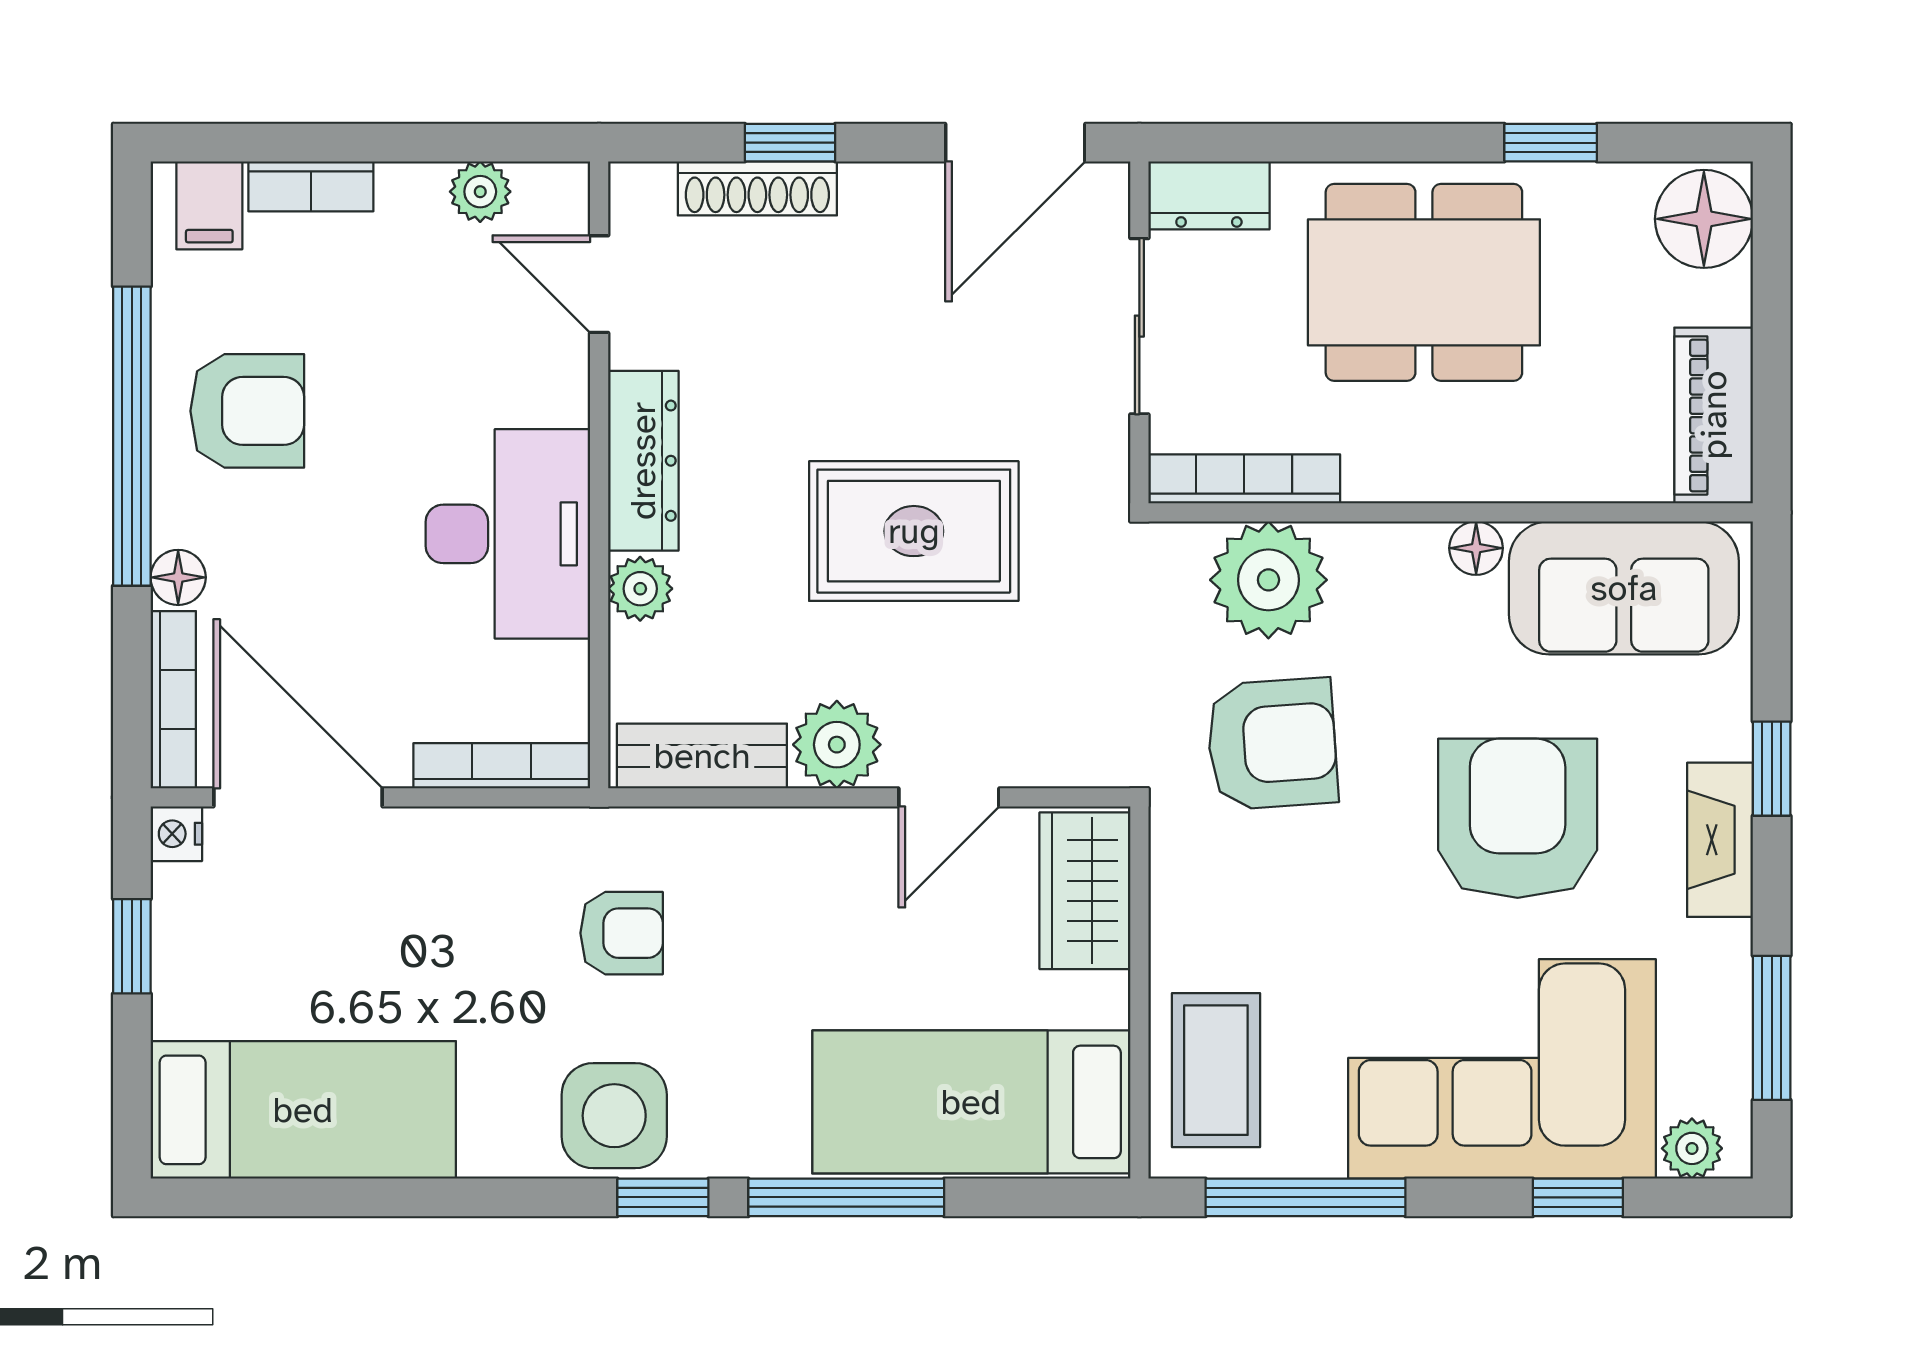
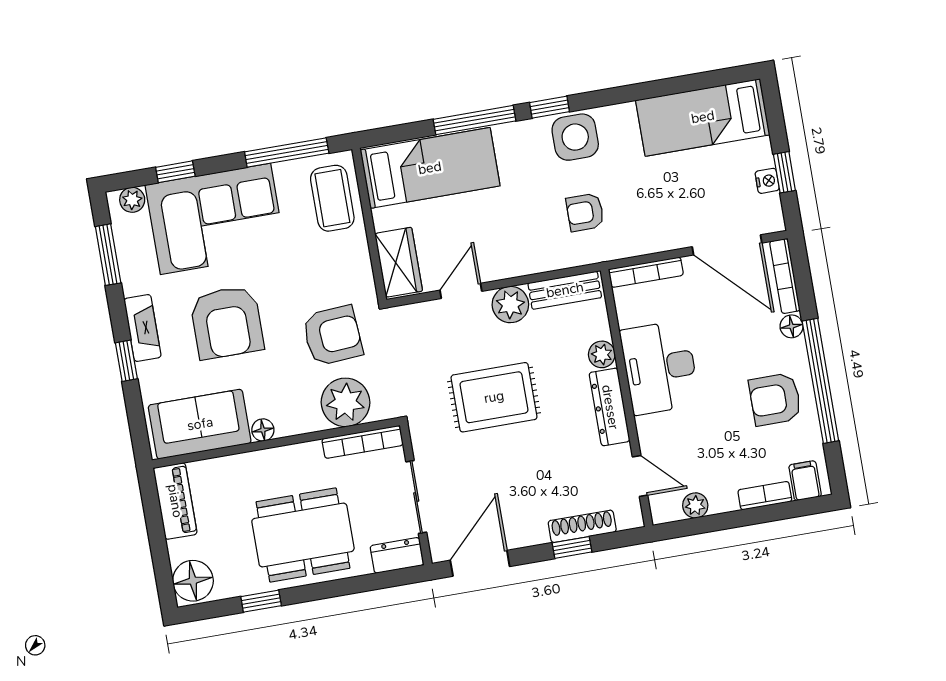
armchair: (1272, 744) -> (332, 336), turned 180
nightstand: (176, 834) -> (767, 181), moved

